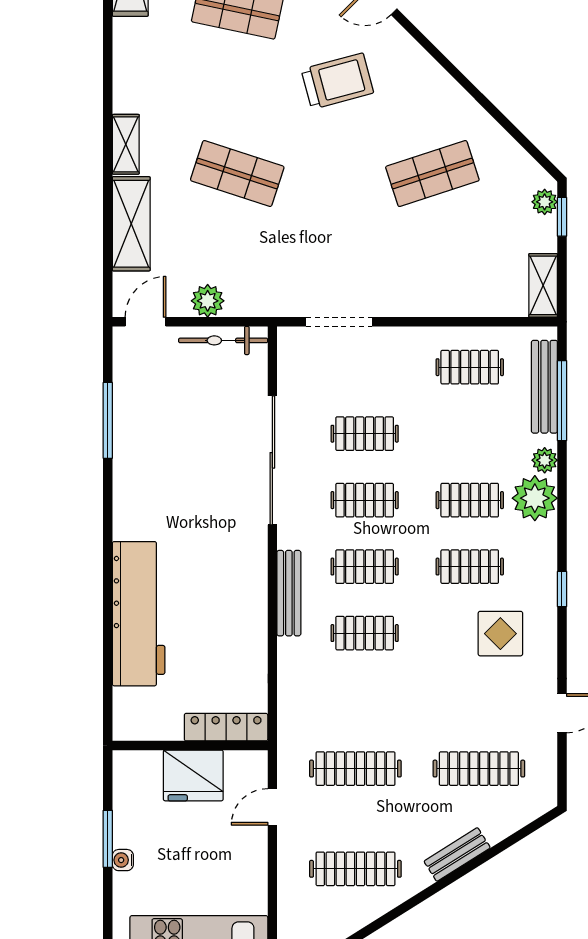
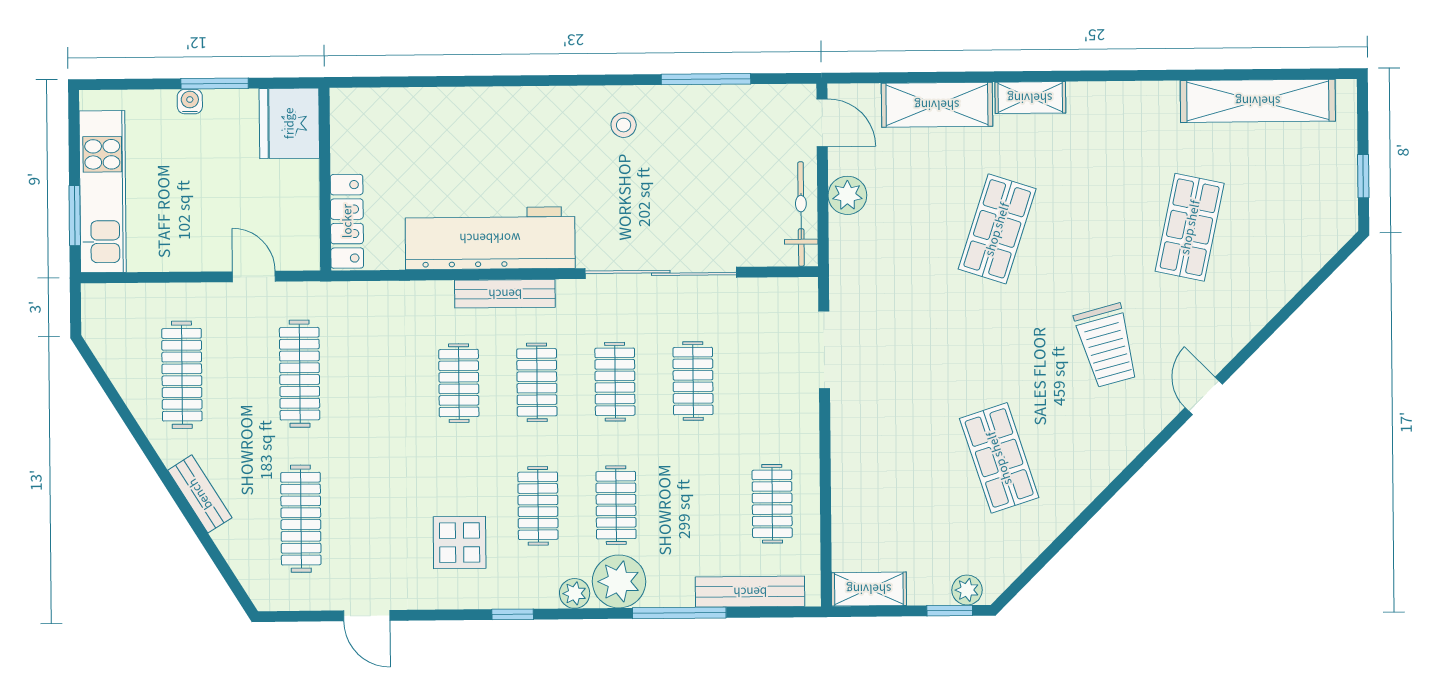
window: (562, 401) -> (679, 613), moved
plant: (545, 460) -> (575, 593), moved
stool: (146, 491) -> (624, 125), added
workbench: (139, 614) -> (490, 238), moved, turned 180
fridge: (193, 775) -> (289, 123), moved

